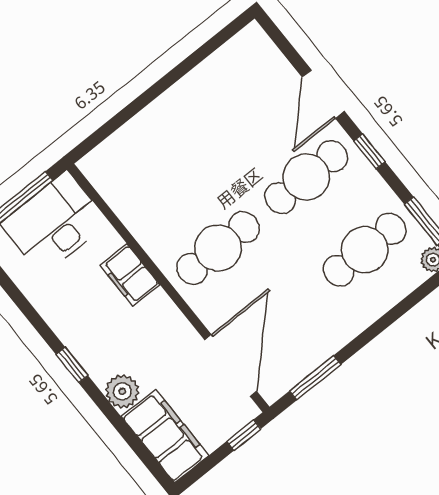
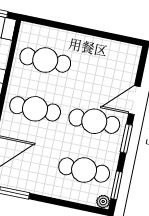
window: (369, 151) -> (126, 139), width x1.50
cafe table: (160, 175) -> (45, 60), added

